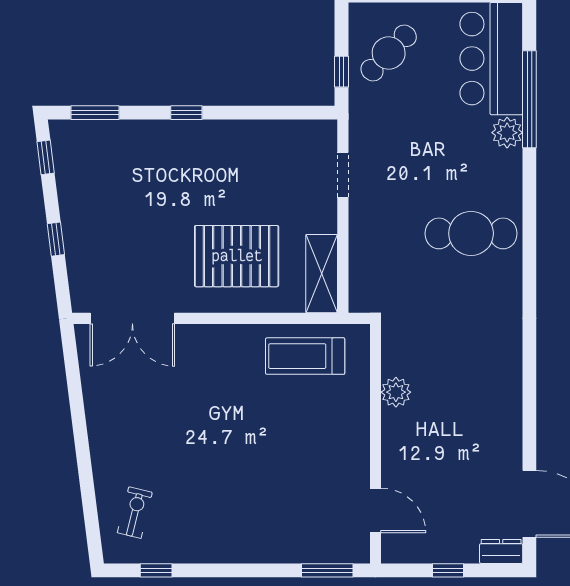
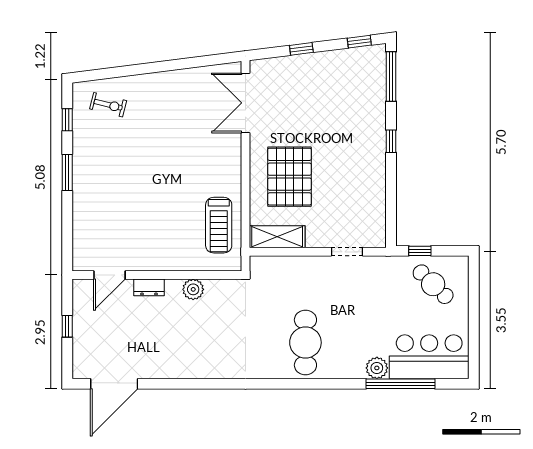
window: (95, 113) -> (391, 76), width x1.44
treadmill: (305, 356) -> (219, 225), turned 180
dresser: (501, 551) -> (149, 287), moved, turned 90
window: (327, 570) -> (67, 173), moved

